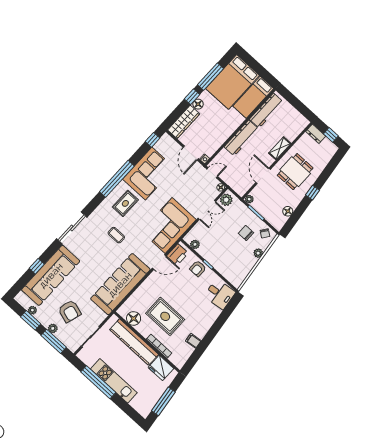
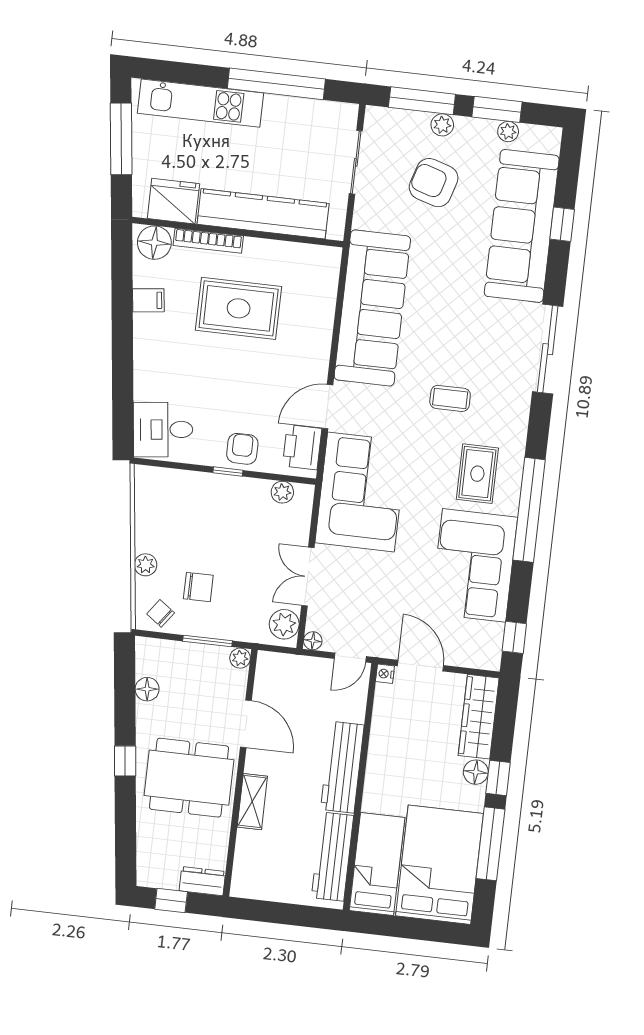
dining table: (295, 172) -> (189, 778), width x1.38
floor lamp: (134, 318) -> (154, 243), moved
kitchen unit: (114, 381) -> (201, 103), moved

